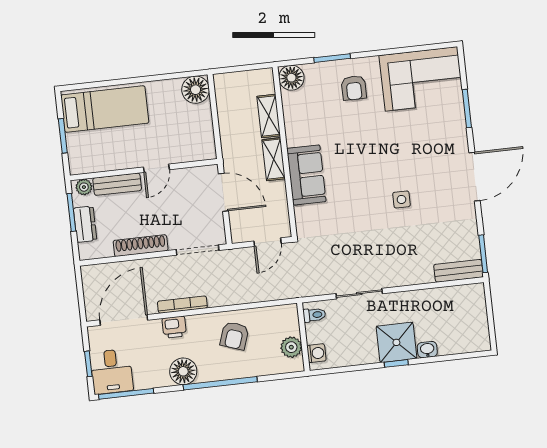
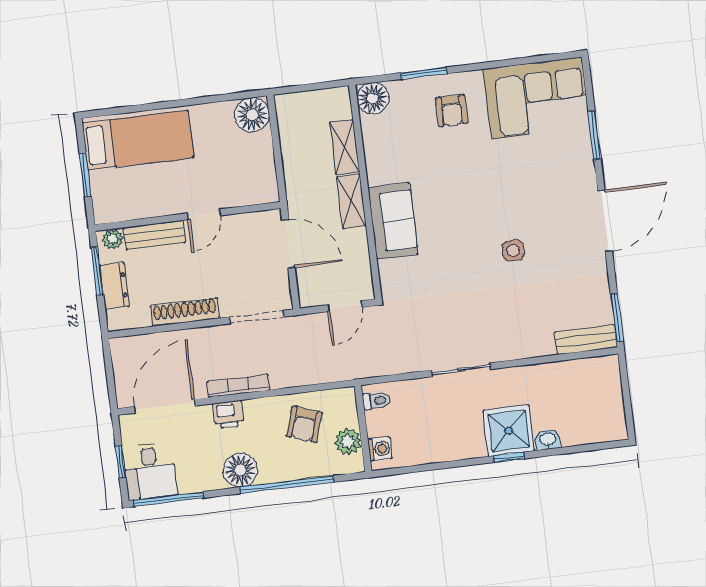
toilet: (314, 315) -> (377, 401), moved
wall: (303, 337) -> (363, 428), moved
plant: (291, 347) -> (348, 442), moved
washing machine: (316, 353) -> (380, 449), moved

